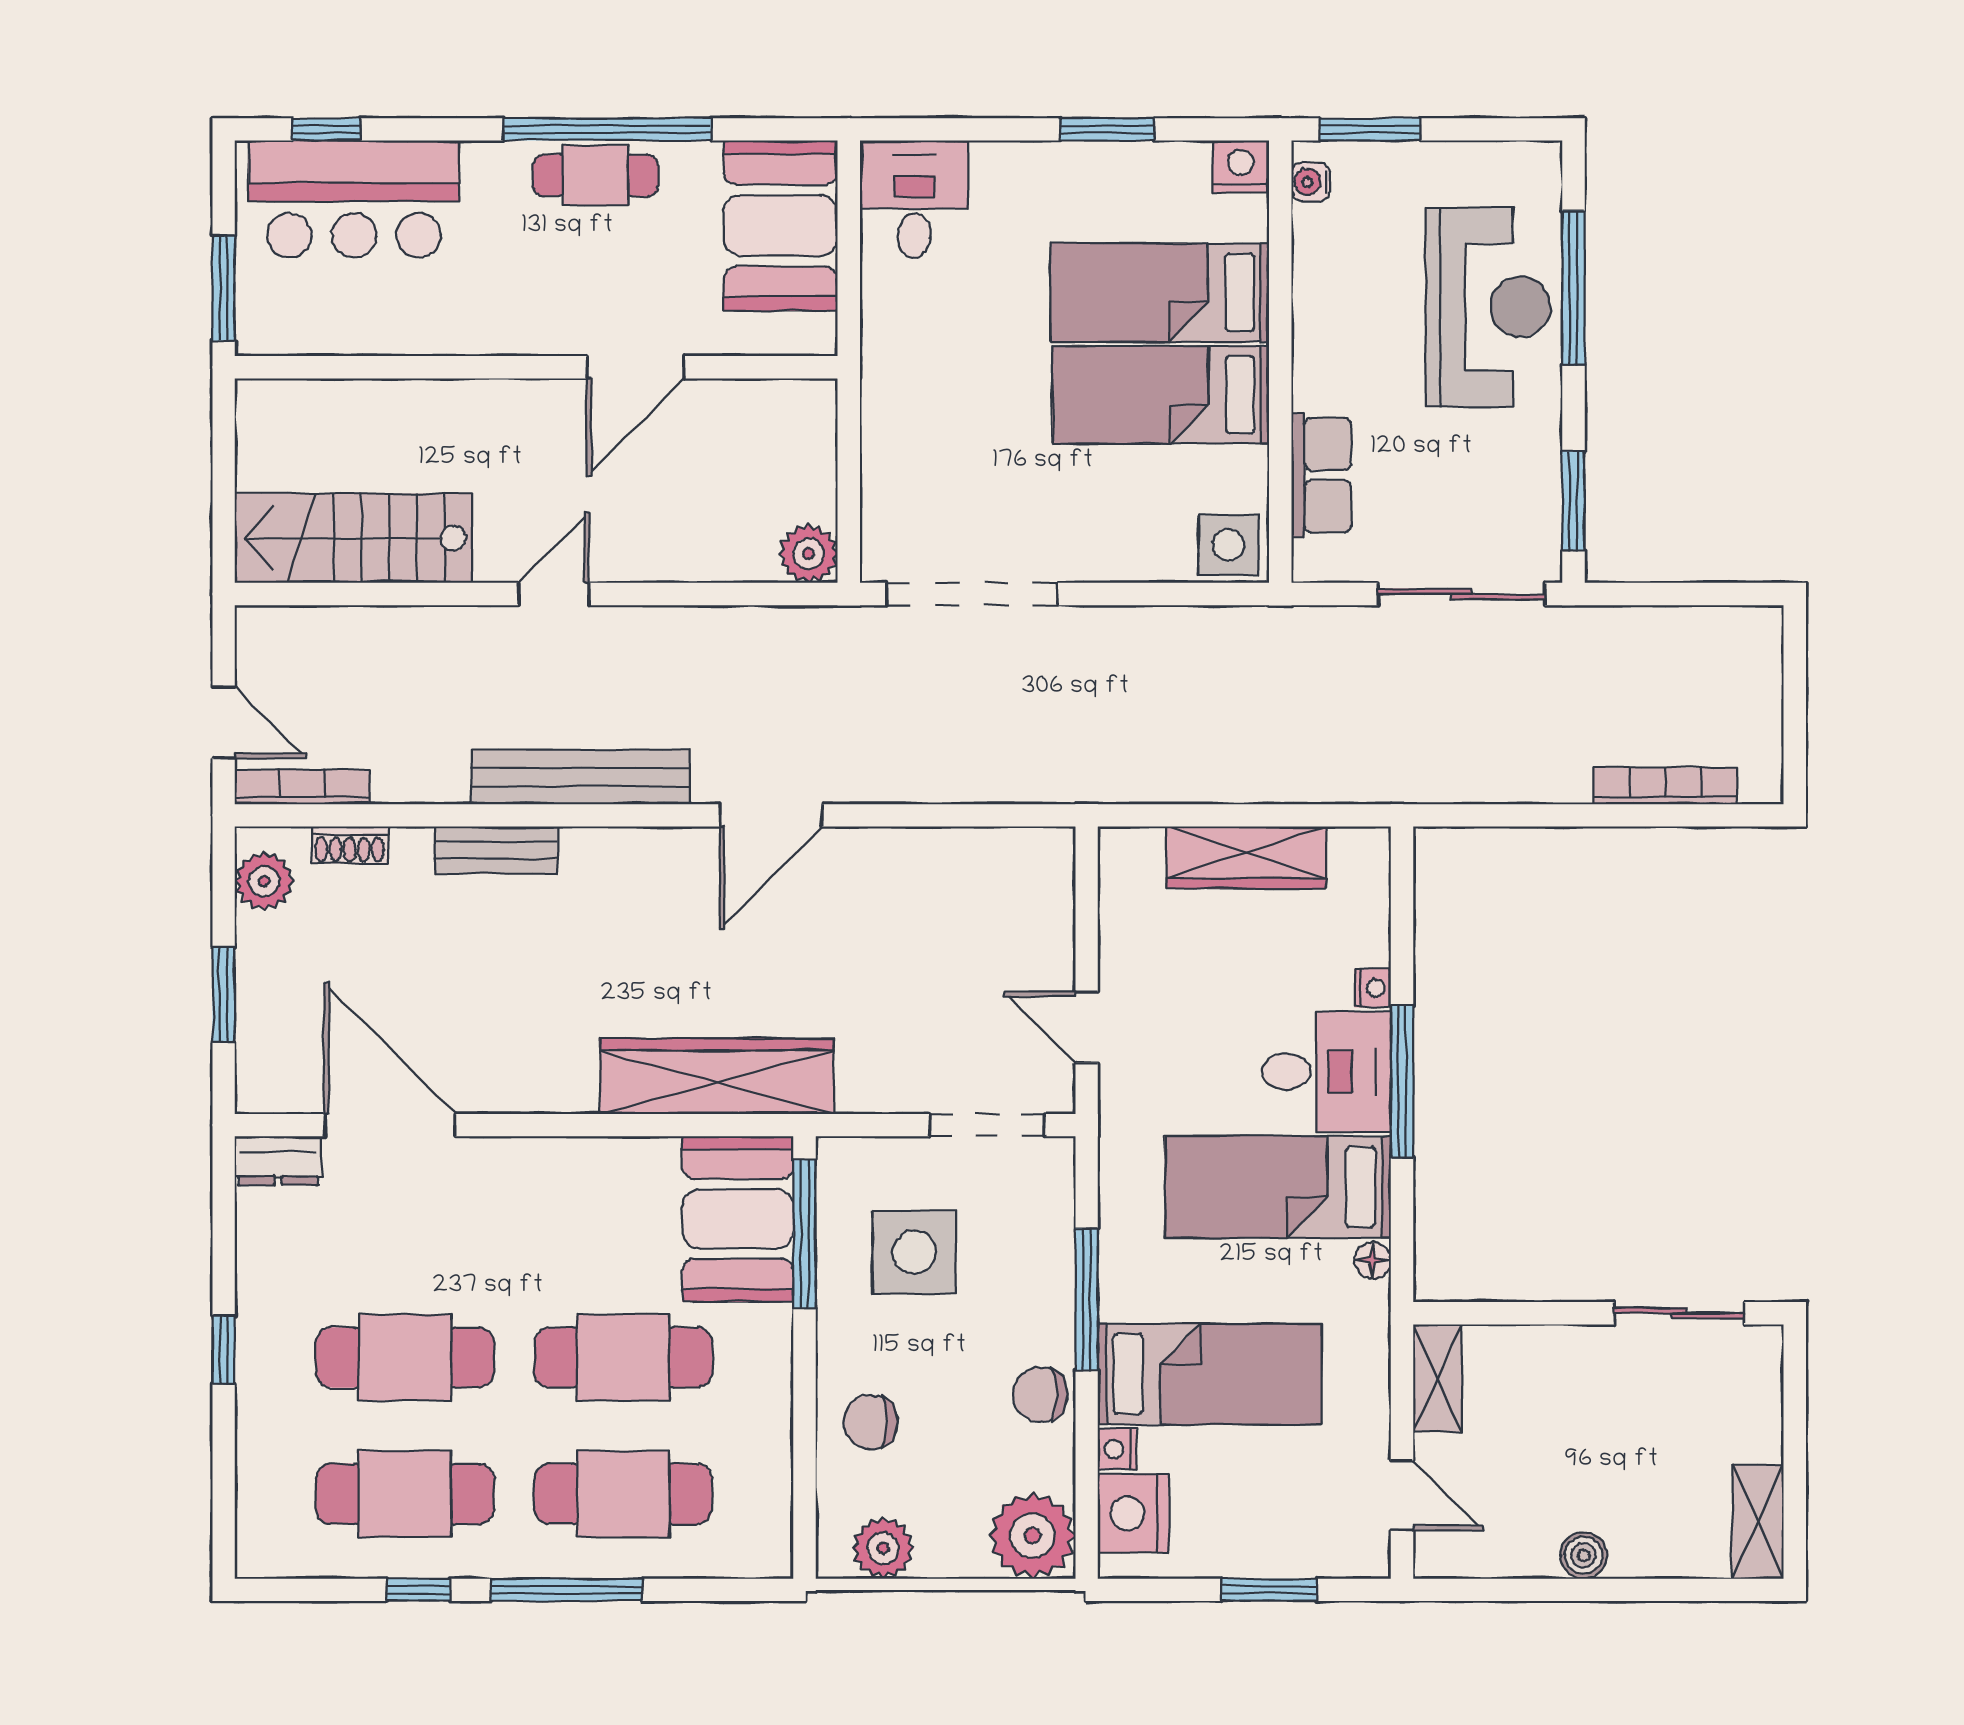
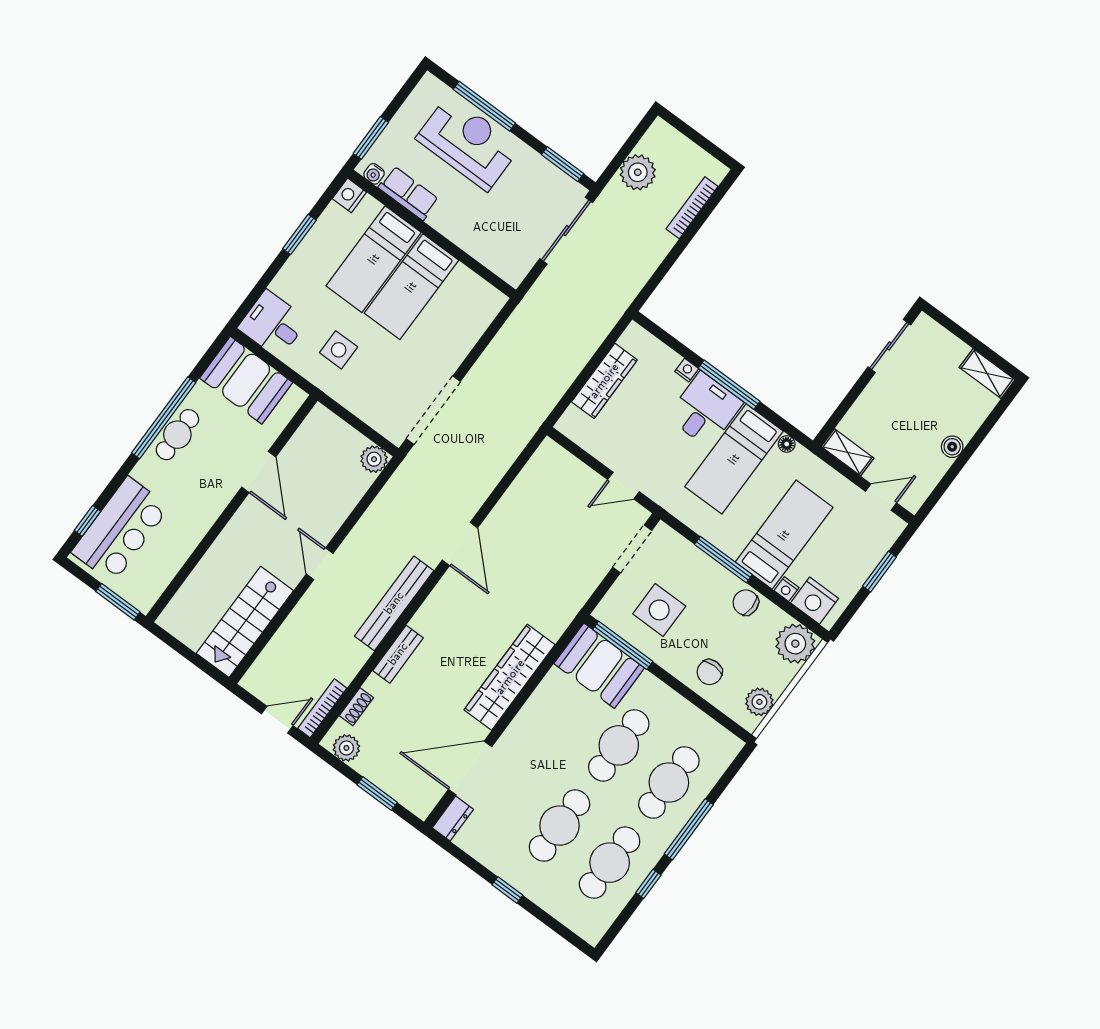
row of seats: (1321, 475) -> (408, 193), moved
side table: (1228, 545) -> (339, 350), moved
plant: (1657, 644) -> (638, 172), added
wardrobe: (717, 1076) -> (510, 677), moved
chair: (1040, 1395) -> (746, 602), turned 90

